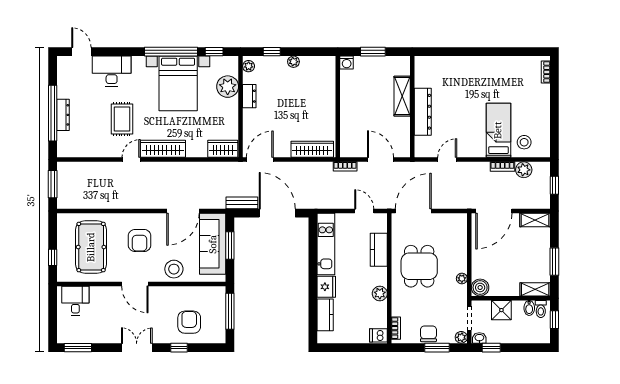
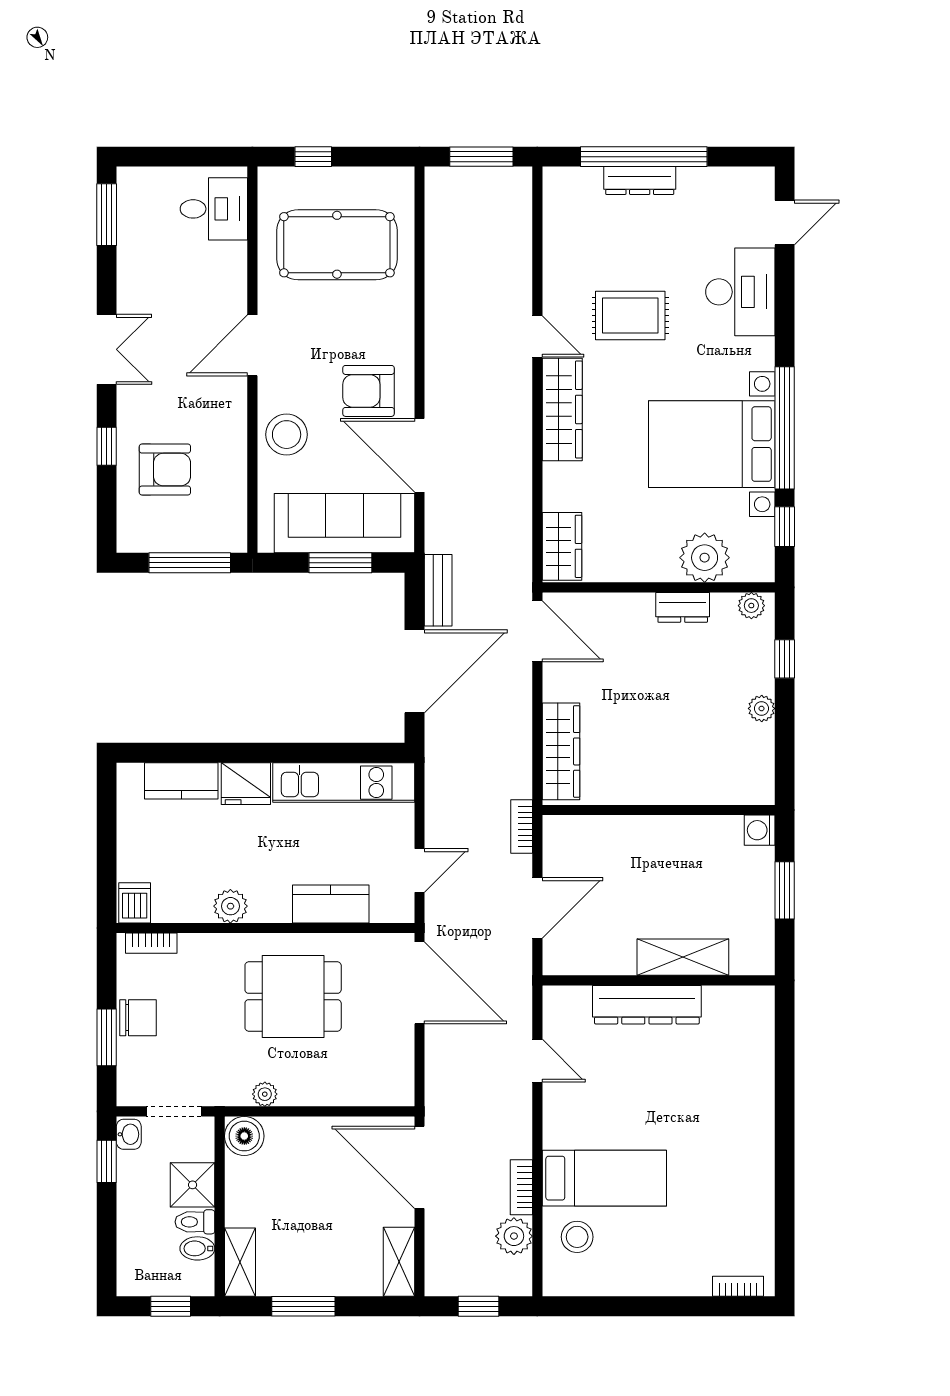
armchair: (140, 240) -> (369, 391), moved
toilet: (541, 309) -> (195, 1222), moved
plant: (461, 337) -> (130, 1093), removed

